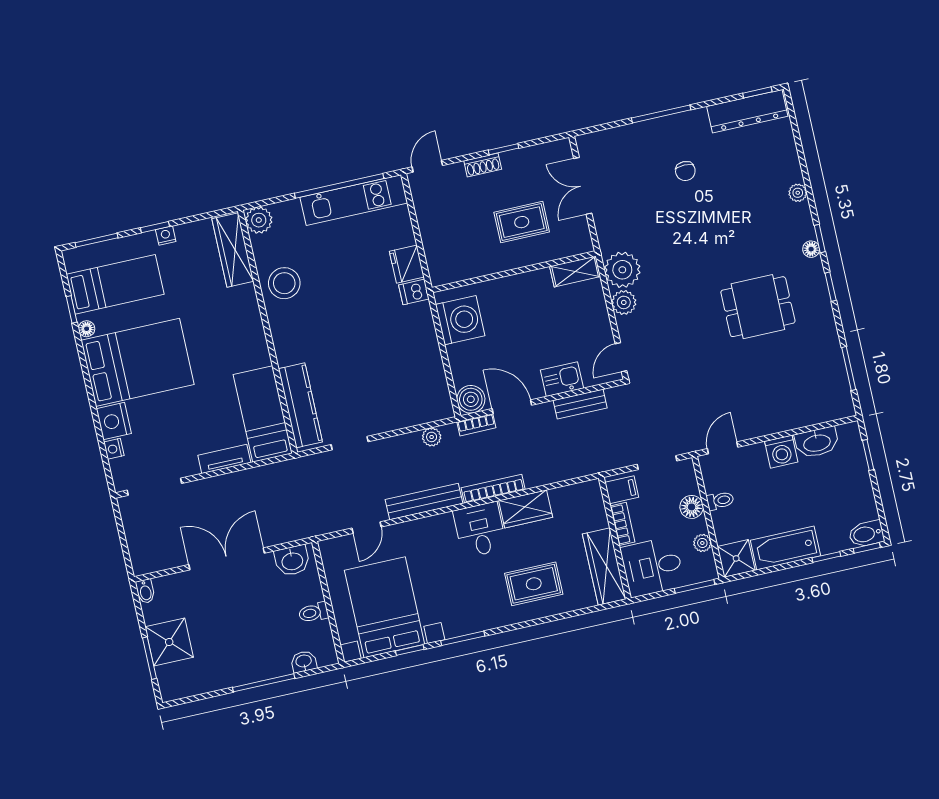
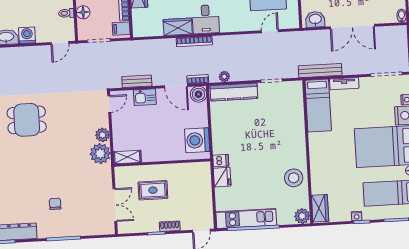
wardrobe: (233, 250) -> (320, 208), width x0.67
kitchen counter: (300, 405) -> (234, 92), moved, turned -90
bench: (424, 502) -> (320, 71), moved

